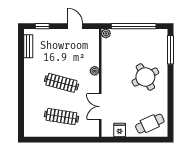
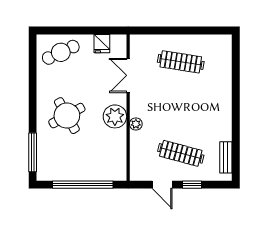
window: (42, 26) -> (192, 185), moved
plant: (106, 33) -> (115, 116), moved, width x1.88, depth x1.88
clothes rail: (61, 83) -> (181, 153), moved
double door: (100, 107) -> (128, 75), swing flipped

